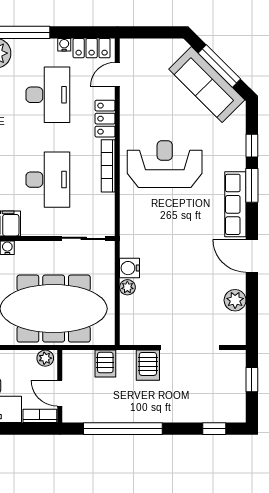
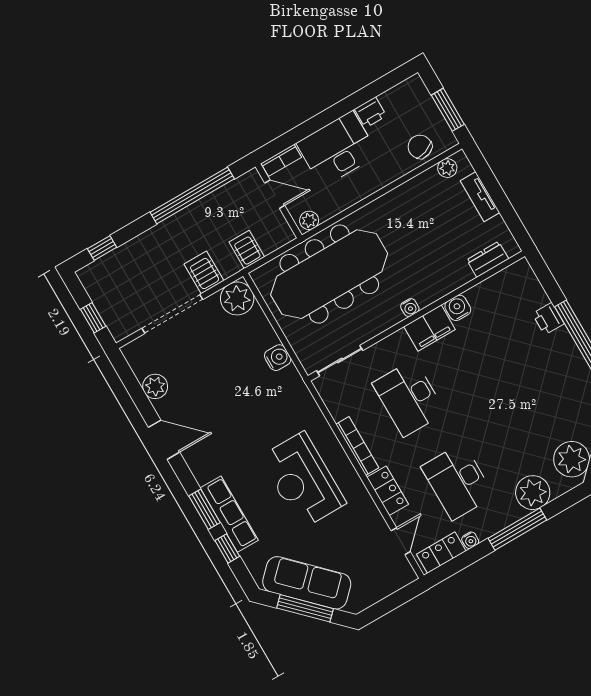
reception desk: (165, 164) -> (303, 480), turned 90
row of seats: (235, 204) -> (229, 514), moved
plant: (127, 287) -> (237, 298), moved, width x1.88, depth x1.88

